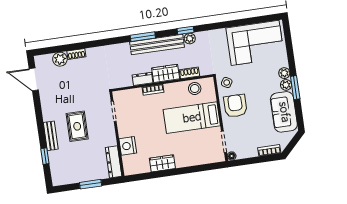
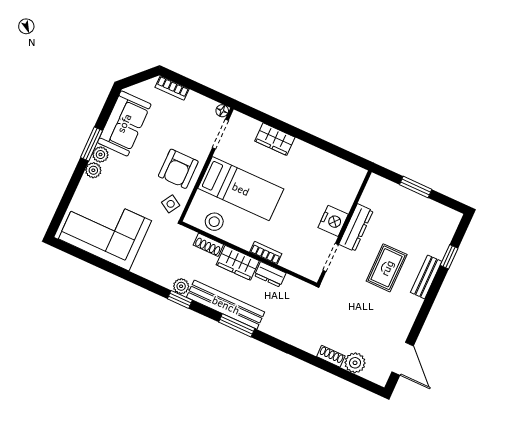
nightstand: (128, 146) -> (333, 221), moved
dresser: (114, 162) -> (356, 228), moved
wardrobe: (162, 163) -> (275, 139), moved

